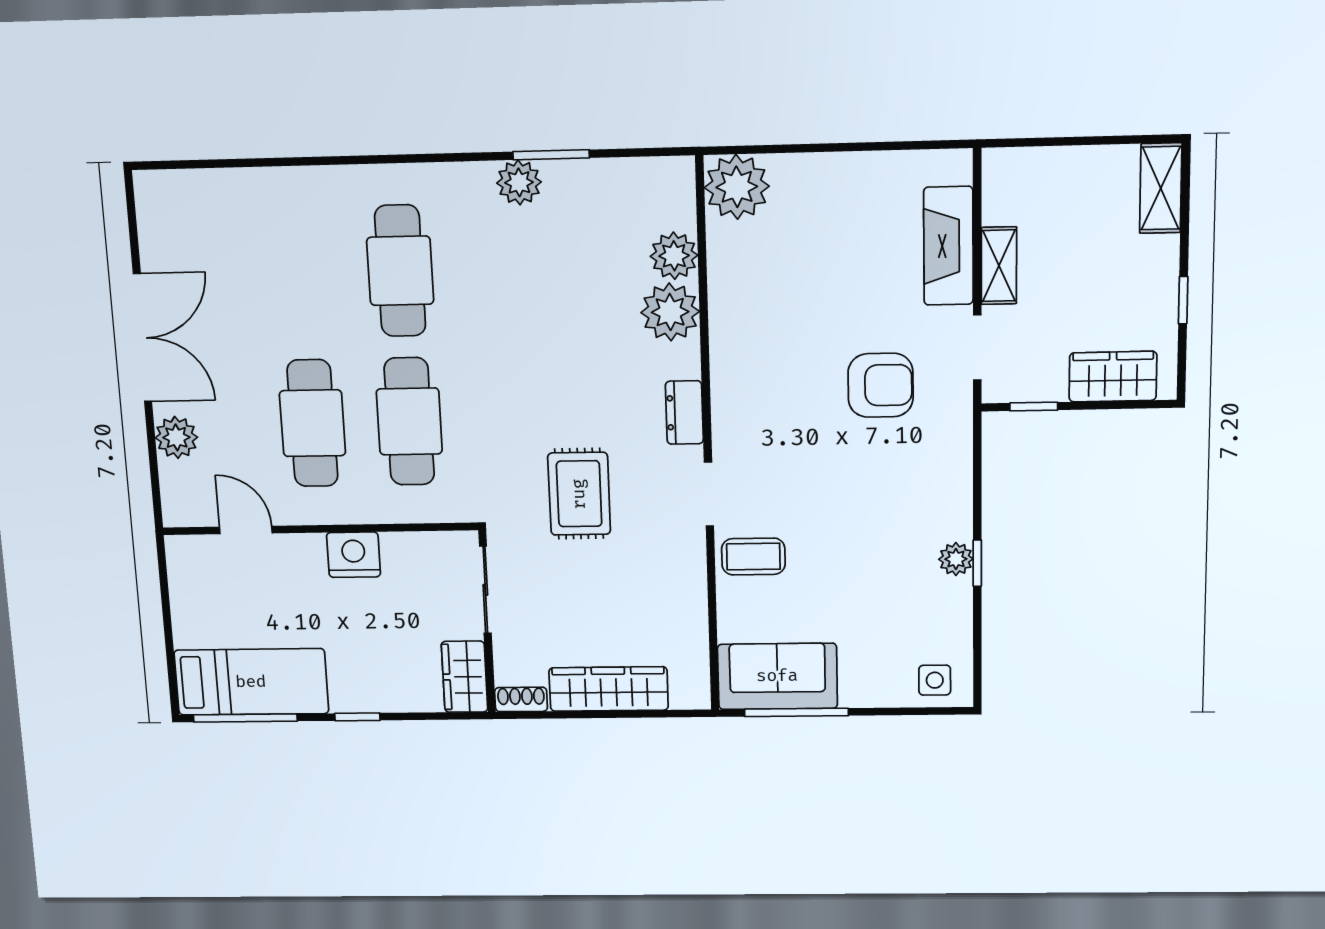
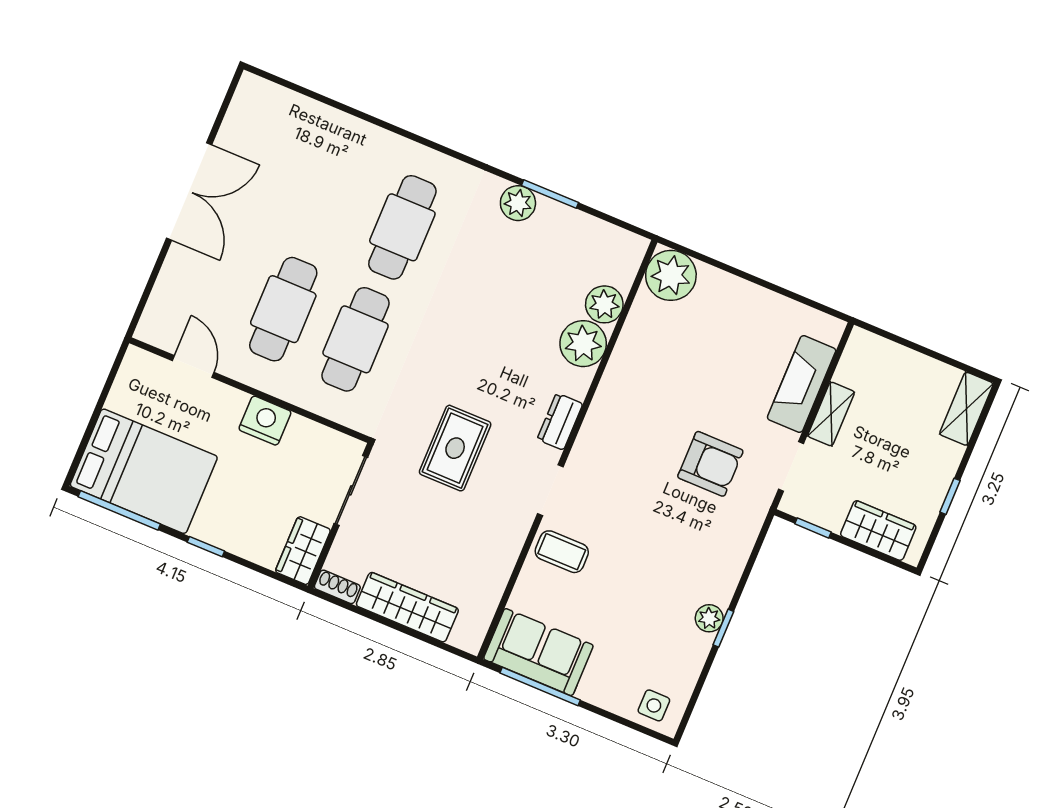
plant: (176, 437) -> (177, 275), removed
bed: (251, 682) -> (144, 471), width x1.50

